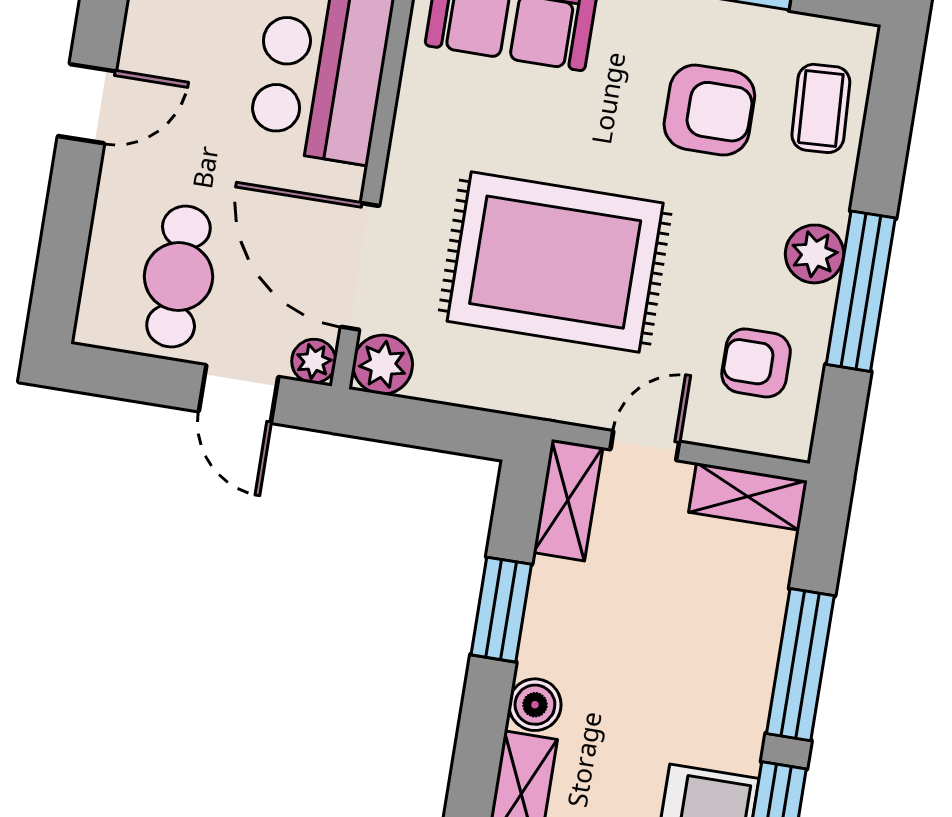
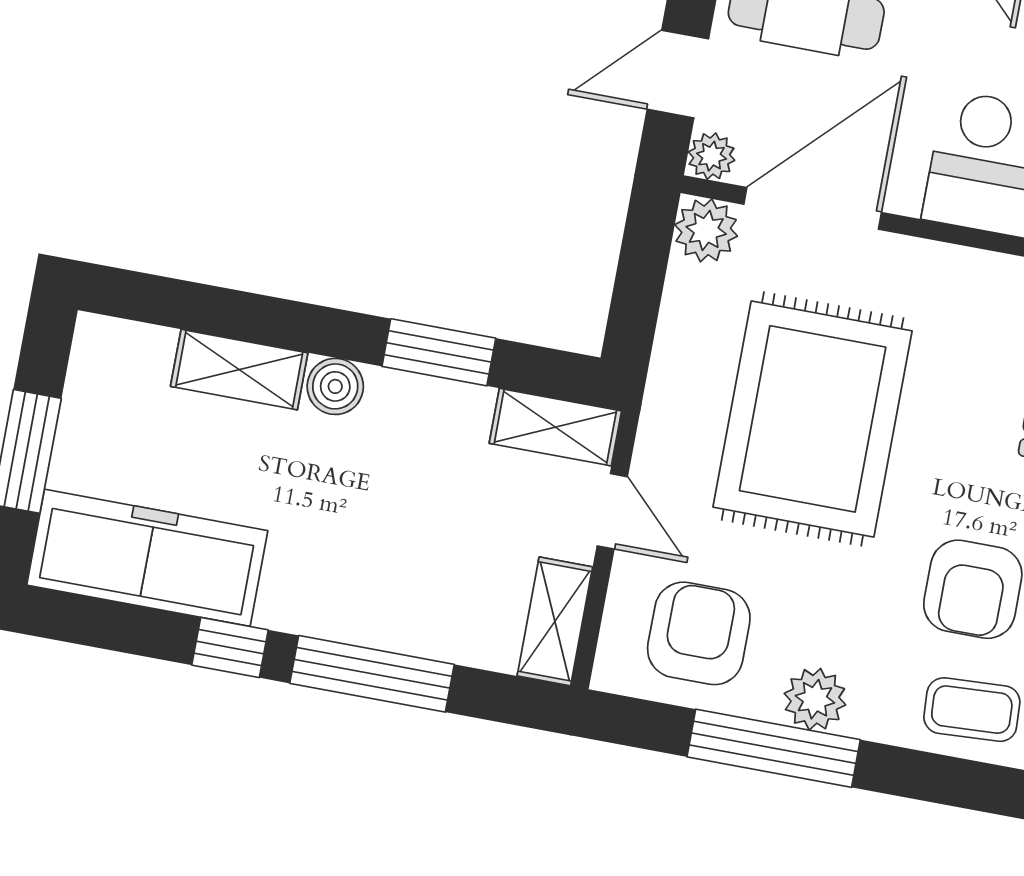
armchair: (756, 363) -> (699, 633), width x1.38, depth x1.38

